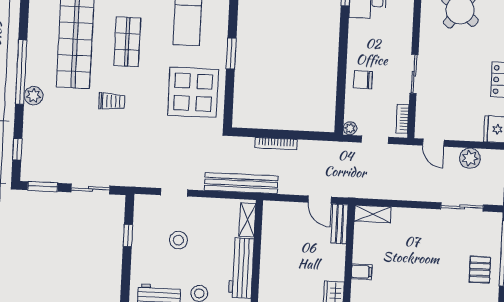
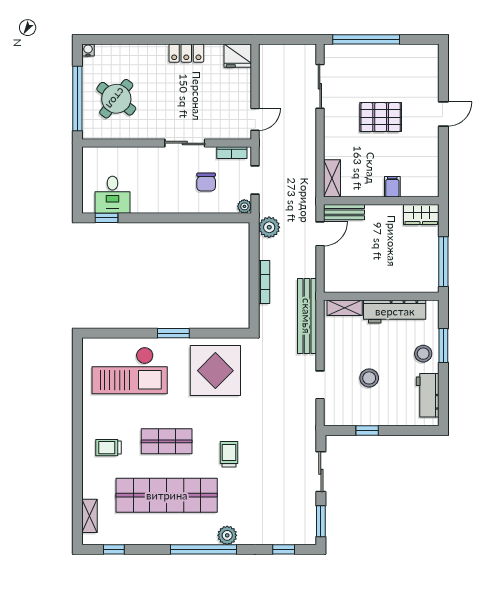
chair: (363, 80) -> (206, 182), moved
plant: (470, 158) -> (269, 227), moved
pallet: (480, 270) -> (381, 117), moved, width x1.50, depth x1.42

